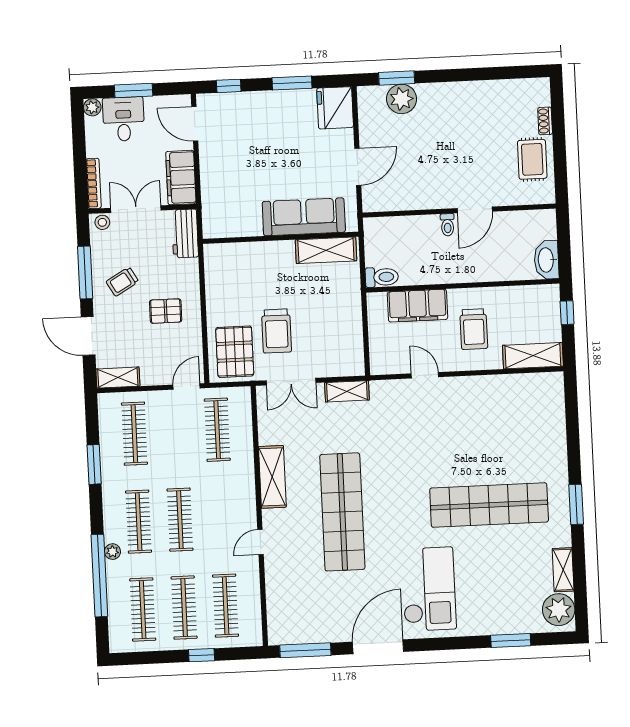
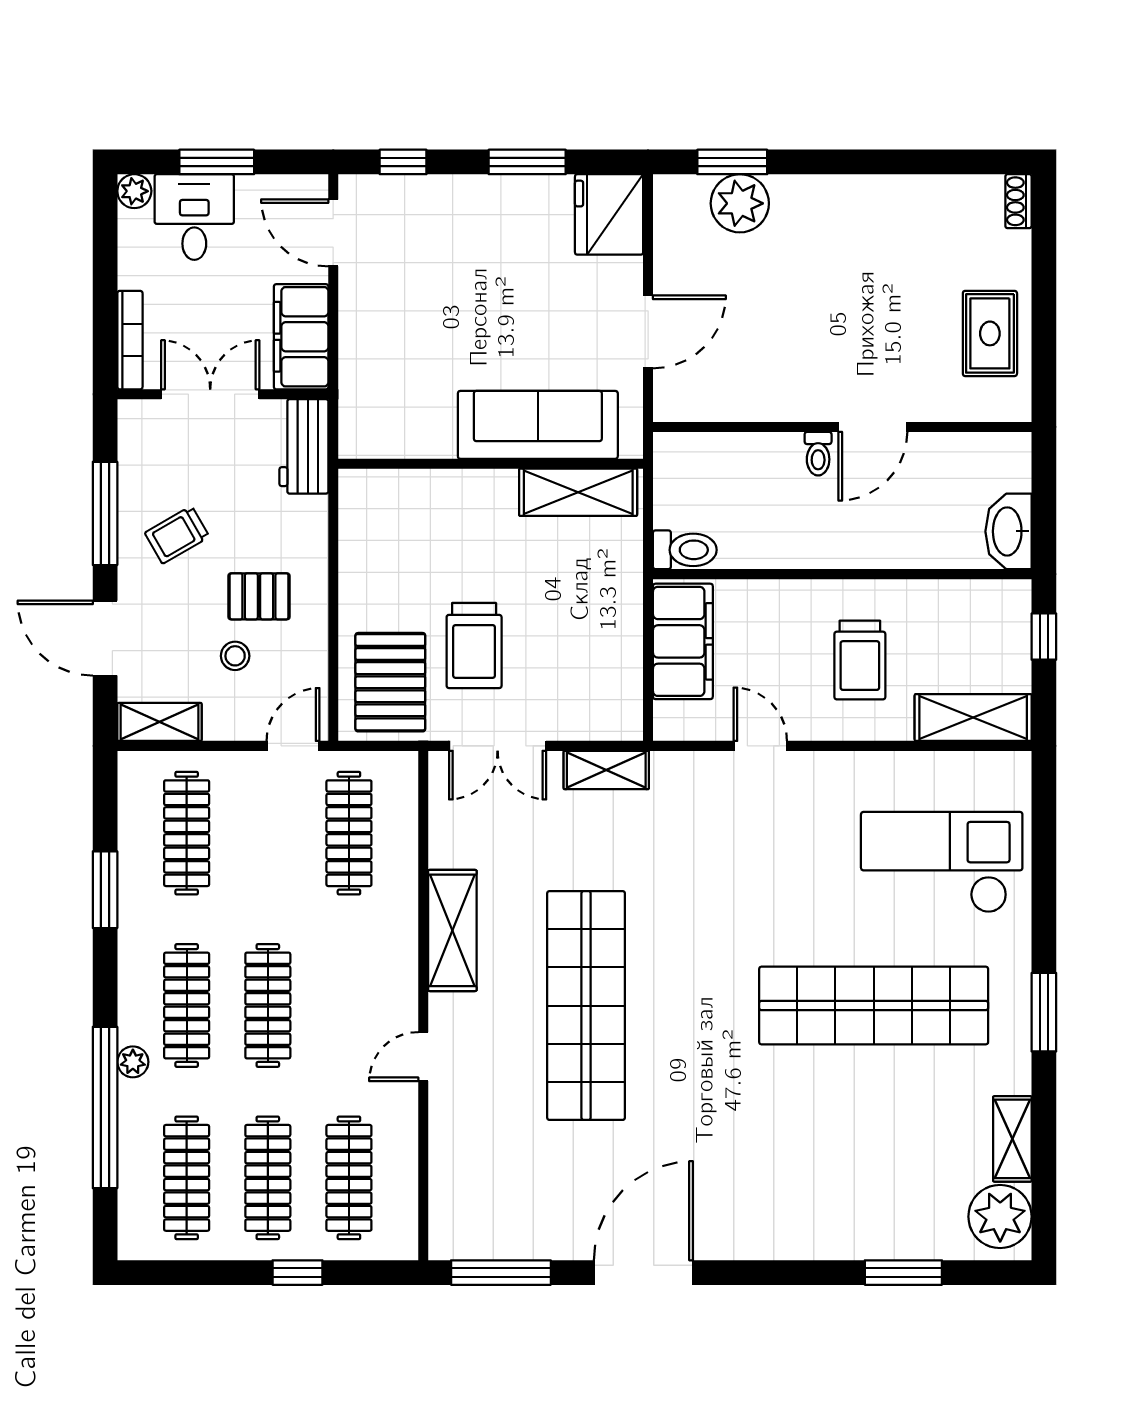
shoe rack: (545, 121) -> (1018, 201), moved
stool: (102, 222) -> (235, 656), moved
filing cabinet: (417, 306) -> (683, 641), moved, turned -90
checkout: (429, 589) -> (942, 862), moved, turned -90

